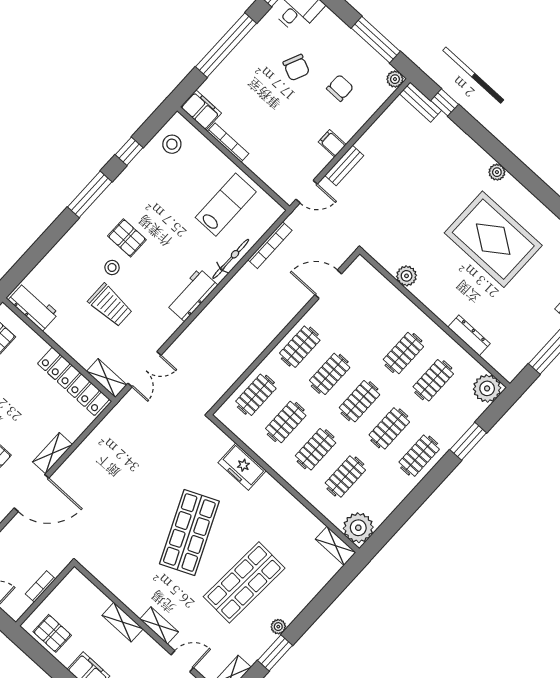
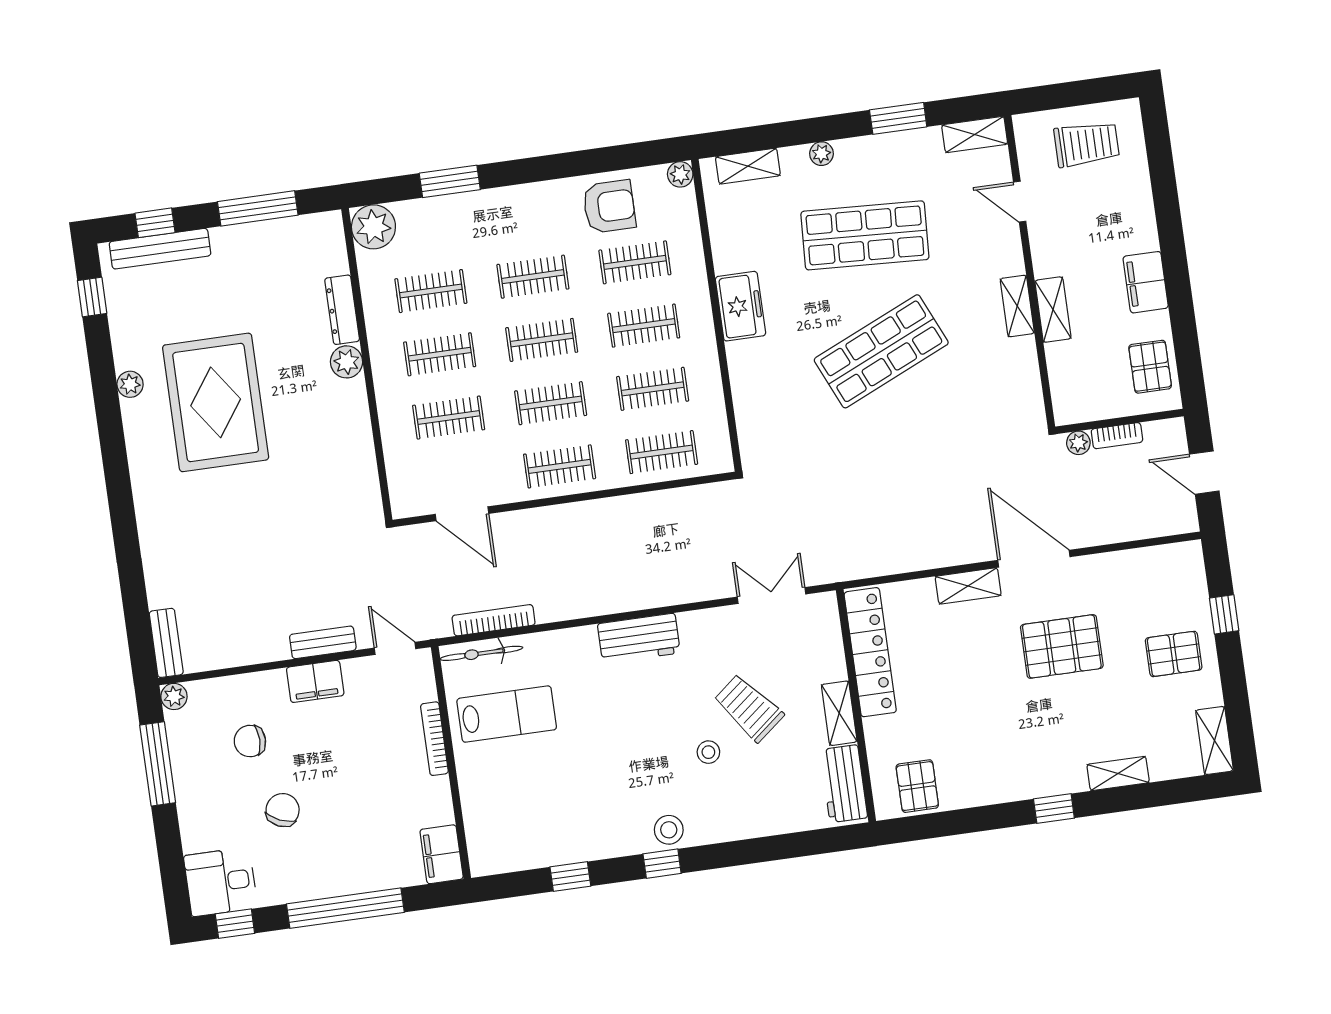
window: (445, 102) -> (137, 618), removed
bookcase: (228, 143) -> (434, 739), moved
filing cabinet: (332, 143) -> (315, 681), width x2.00
stool: (172, 144) -> (669, 830), moved
plant: (497, 172) -> (130, 384), moved
window: (90, 194) -> (662, 864), width x0.46
lab bench: (226, 205) -> (507, 714), turned 180
pallet: (127, 238) -> (660, 773), removed
bicycle: (231, 259) -> (481, 653), moved
plant: (407, 276) -> (347, 362), moved
trolley: (110, 305) -> (749, 708), turned -39
shelving: (107, 378) -> (839, 713), moved
clothes rail: (419, 456) -> (449, 418), moved
freezer: (242, 467) -> (740, 306), moved
armchair: (380, 493) -> (609, 206), added
plant: (358, 528) -> (680, 174), width x0.53, depth x0.53
shelving: (336, 546) -> (748, 166), moved, turned 90
plant: (56, 567) -> (1078, 443), added
shelving: (159, 626) -> (1017, 306), moved
plant: (278, 627) -> (821, 154), moved

